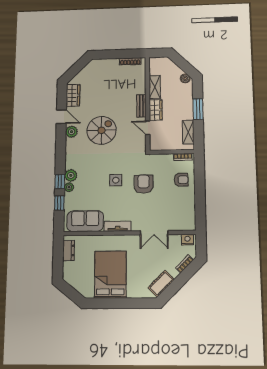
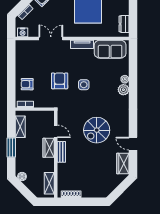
shelving: (155, 87) -> (49, 183), moved
plant: (72, 132) -> (124, 129), removed
window: (60, 181) -> (133, 84), removed
armchair: (144, 184) -> (60, 81), turned 180
window: (59, 203) -> (133, 65), removed

